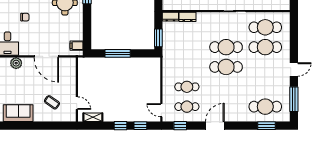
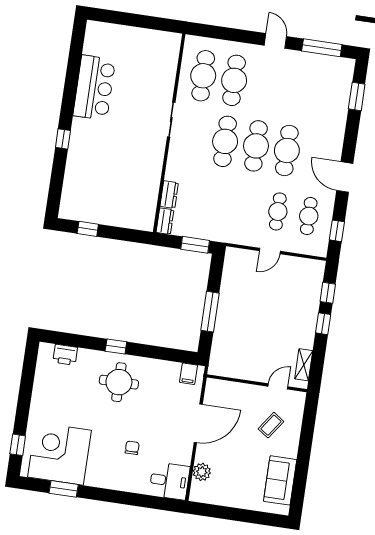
cafe table: (265, 107) -> (287, 150), moved
door: (161, 110) -> (270, 251), moved

